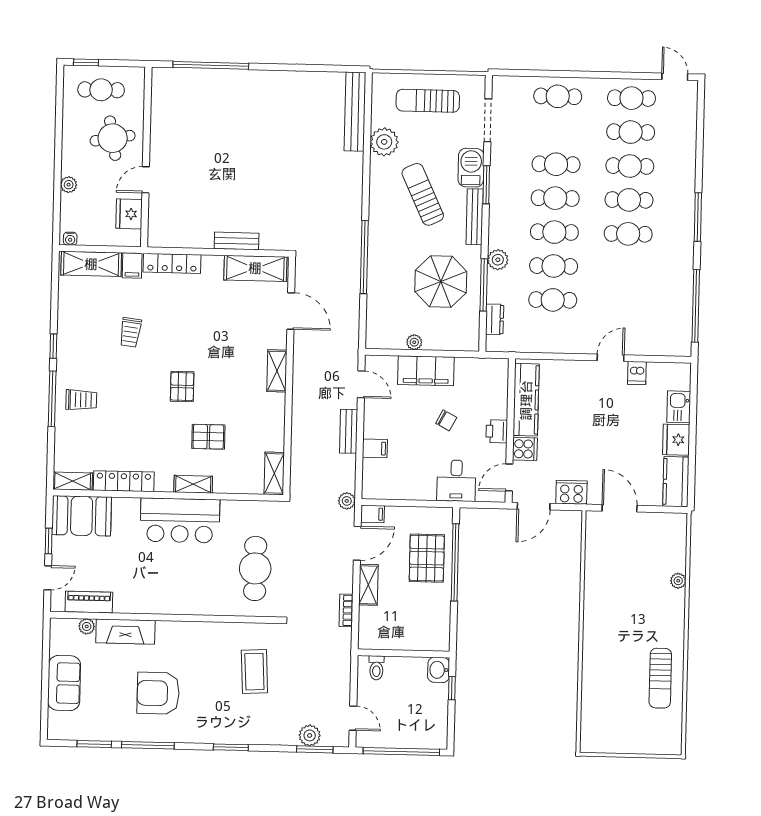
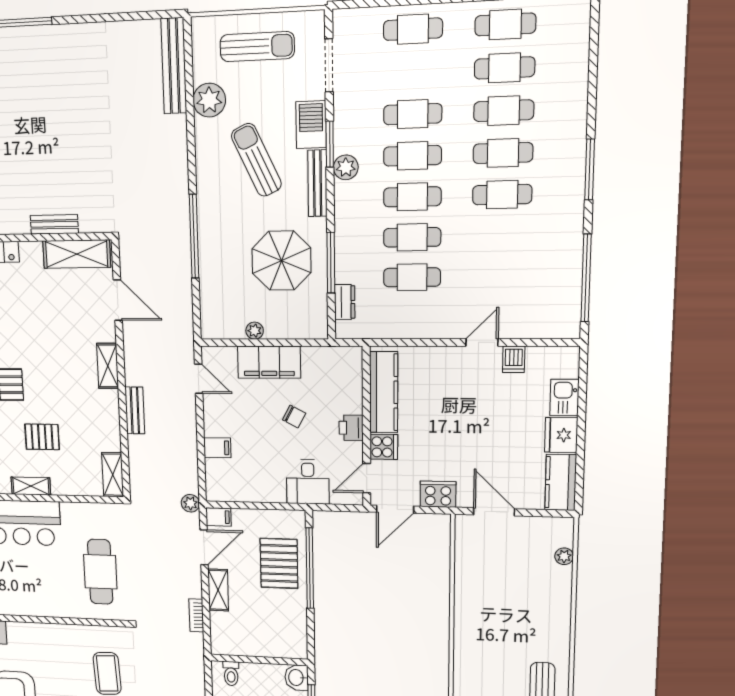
sun lounger: (428, 101) -> (257, 47), turned 180
plant: (498, 260) -> (346, 167), moved
bench: (349, 431) -> (135, 410), moved
plant: (678, 581) -> (564, 556), moved

